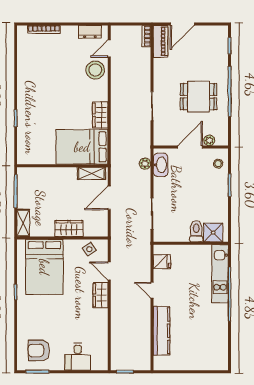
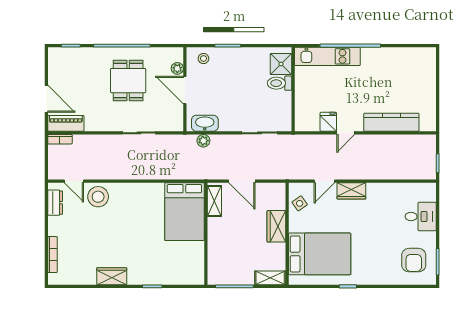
wardrobe: (100, 115) -> (112, 276), moved, turned 180
fridge: (162, 262) -> (328, 122), moved

